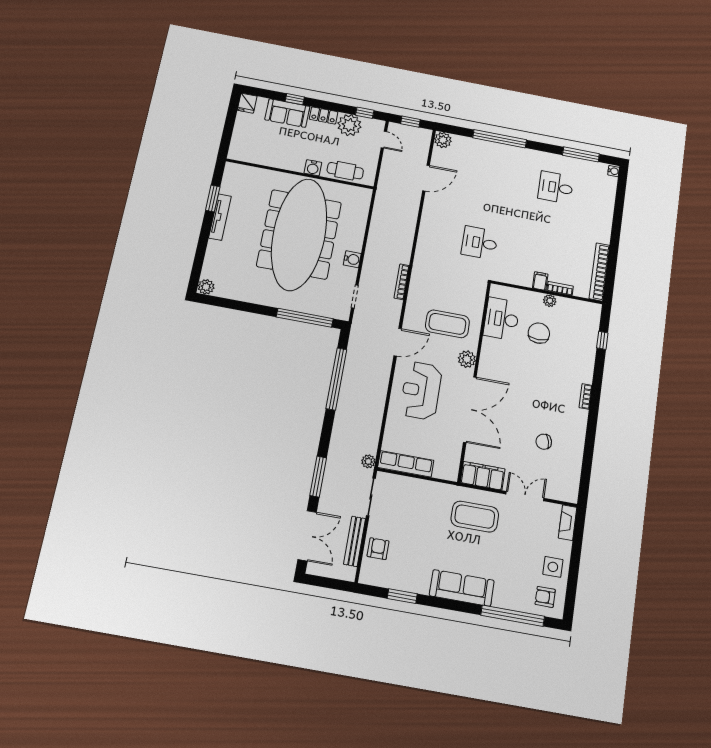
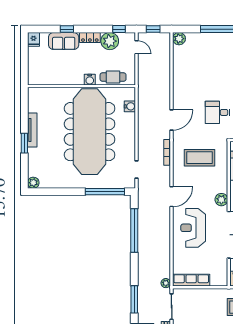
door: (426, 178) -> (172, 120), moved
window: (213, 199) -> (24, 143), moved
water cooler: (352, 259) -> (130, 106), moved
coffee table: (447, 324) -> (199, 158), moved

